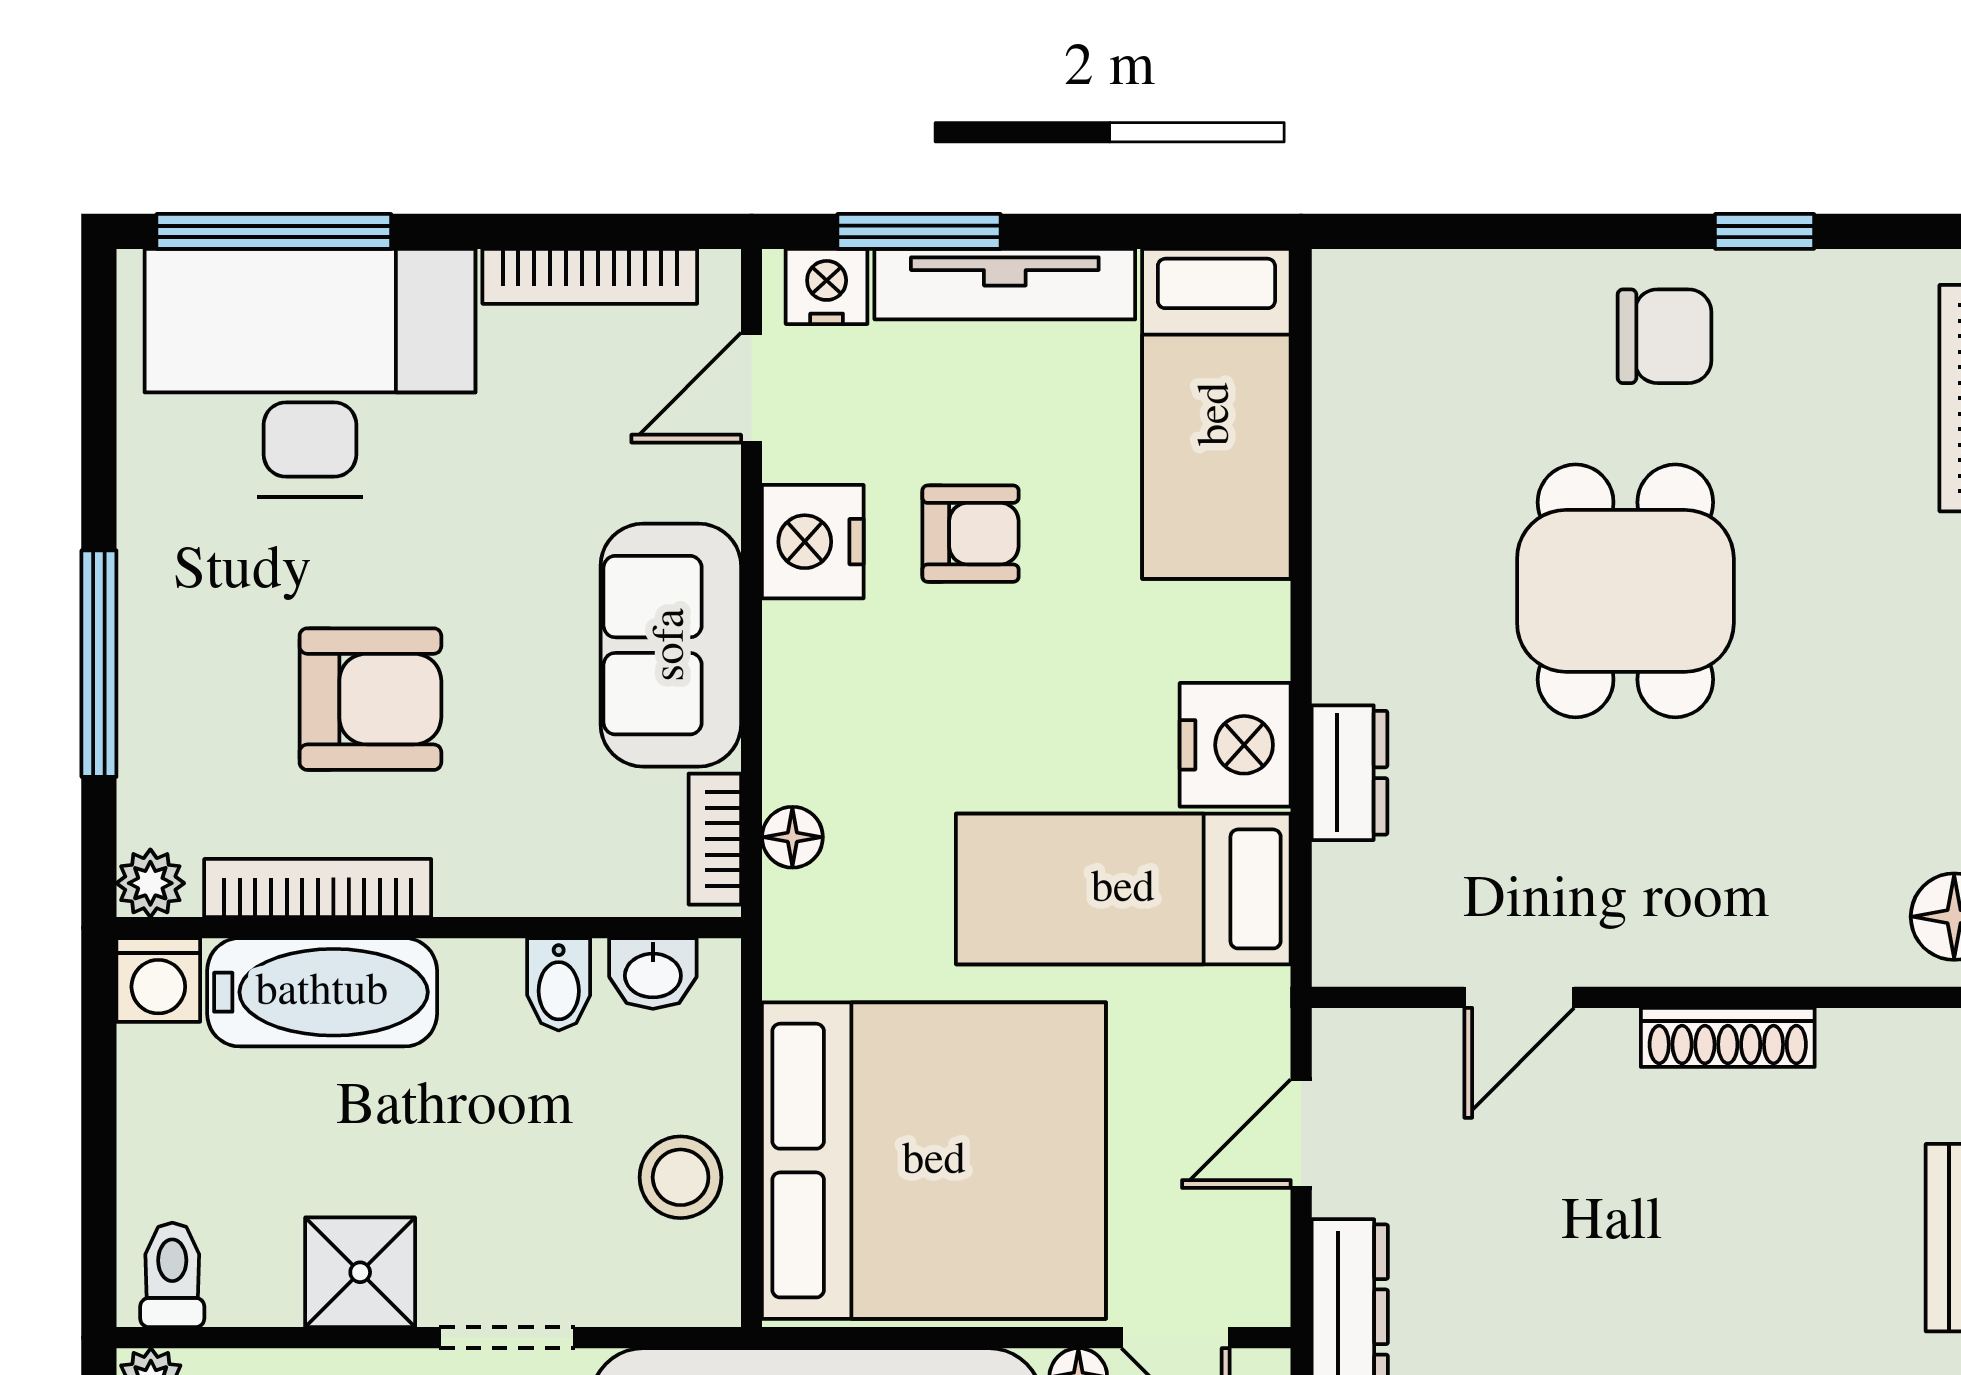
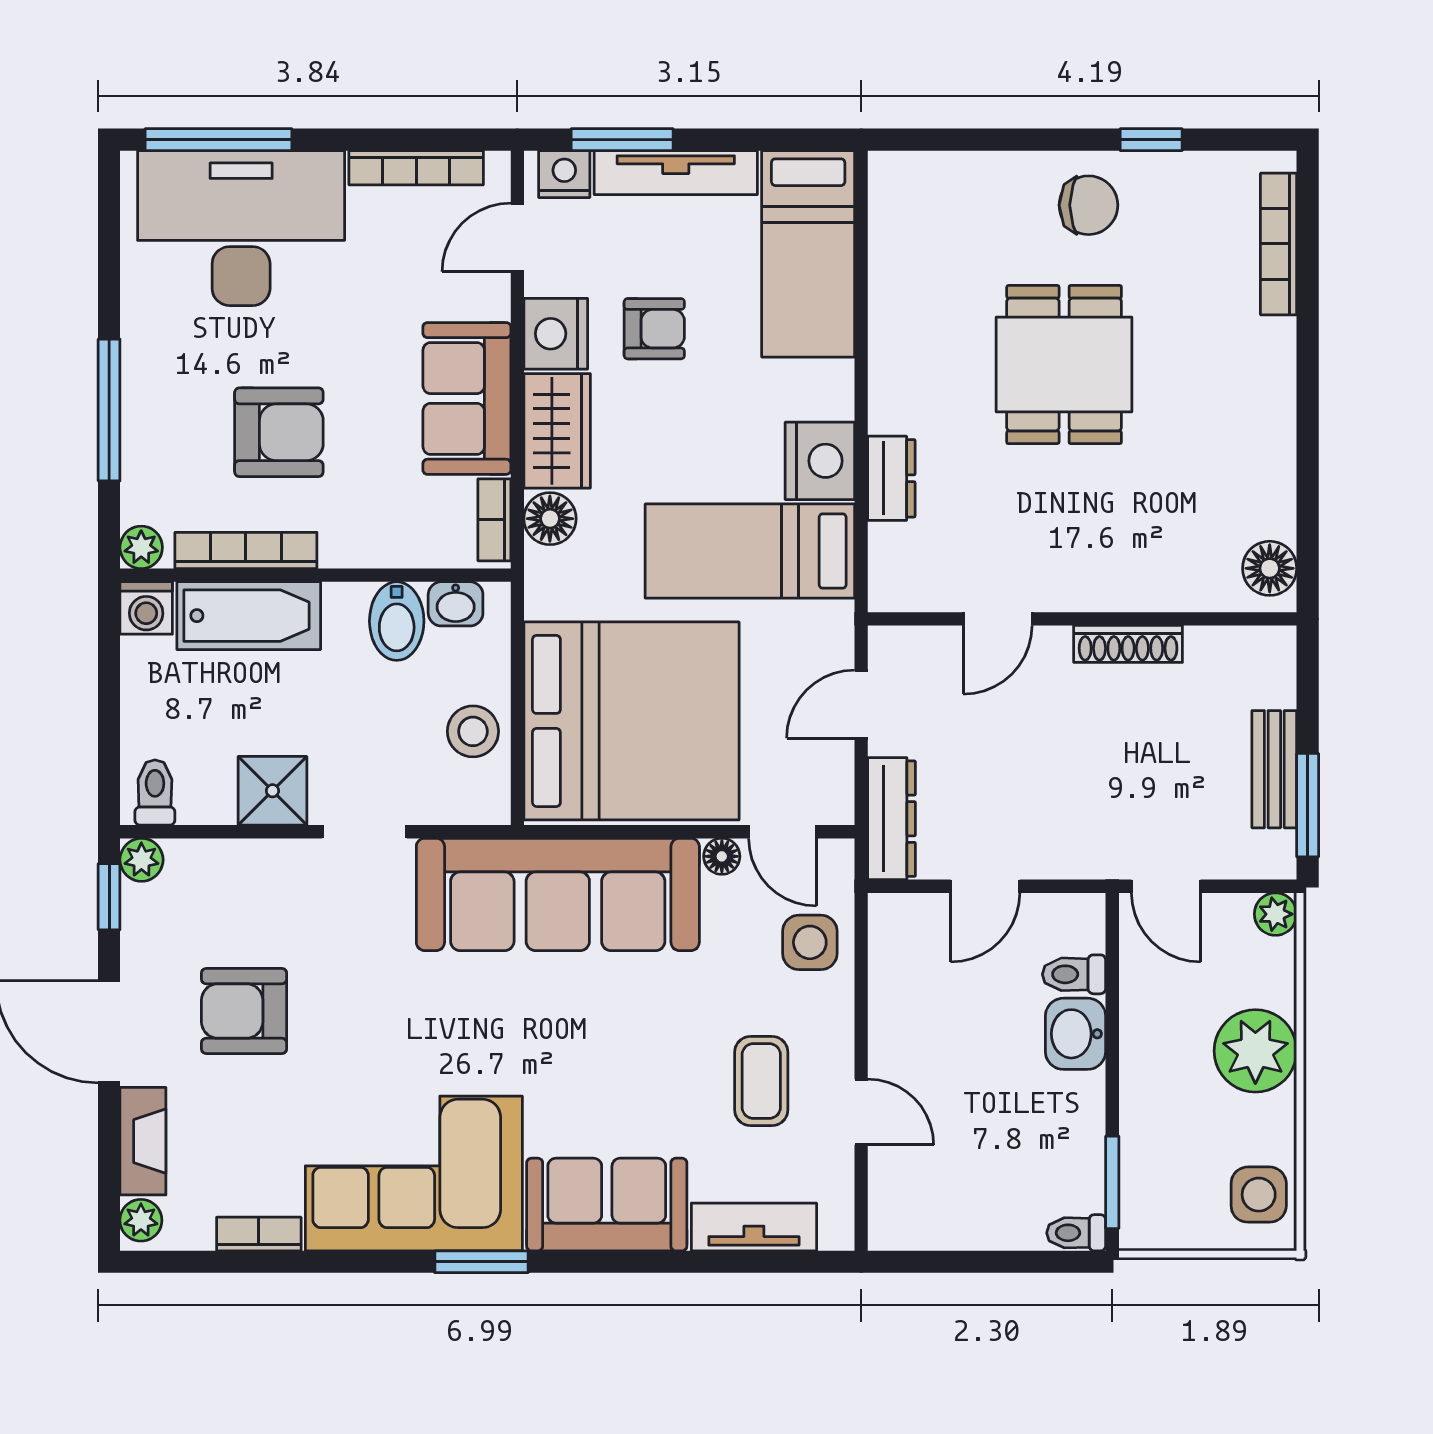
wardrobe: (815, 697) -> (557, 431), added
floor lamp: (792, 837) -> (550, 519), width x1.37, depth x1.37
bidet: (559, 984) -> (397, 621), width x1.38, depth x1.36

